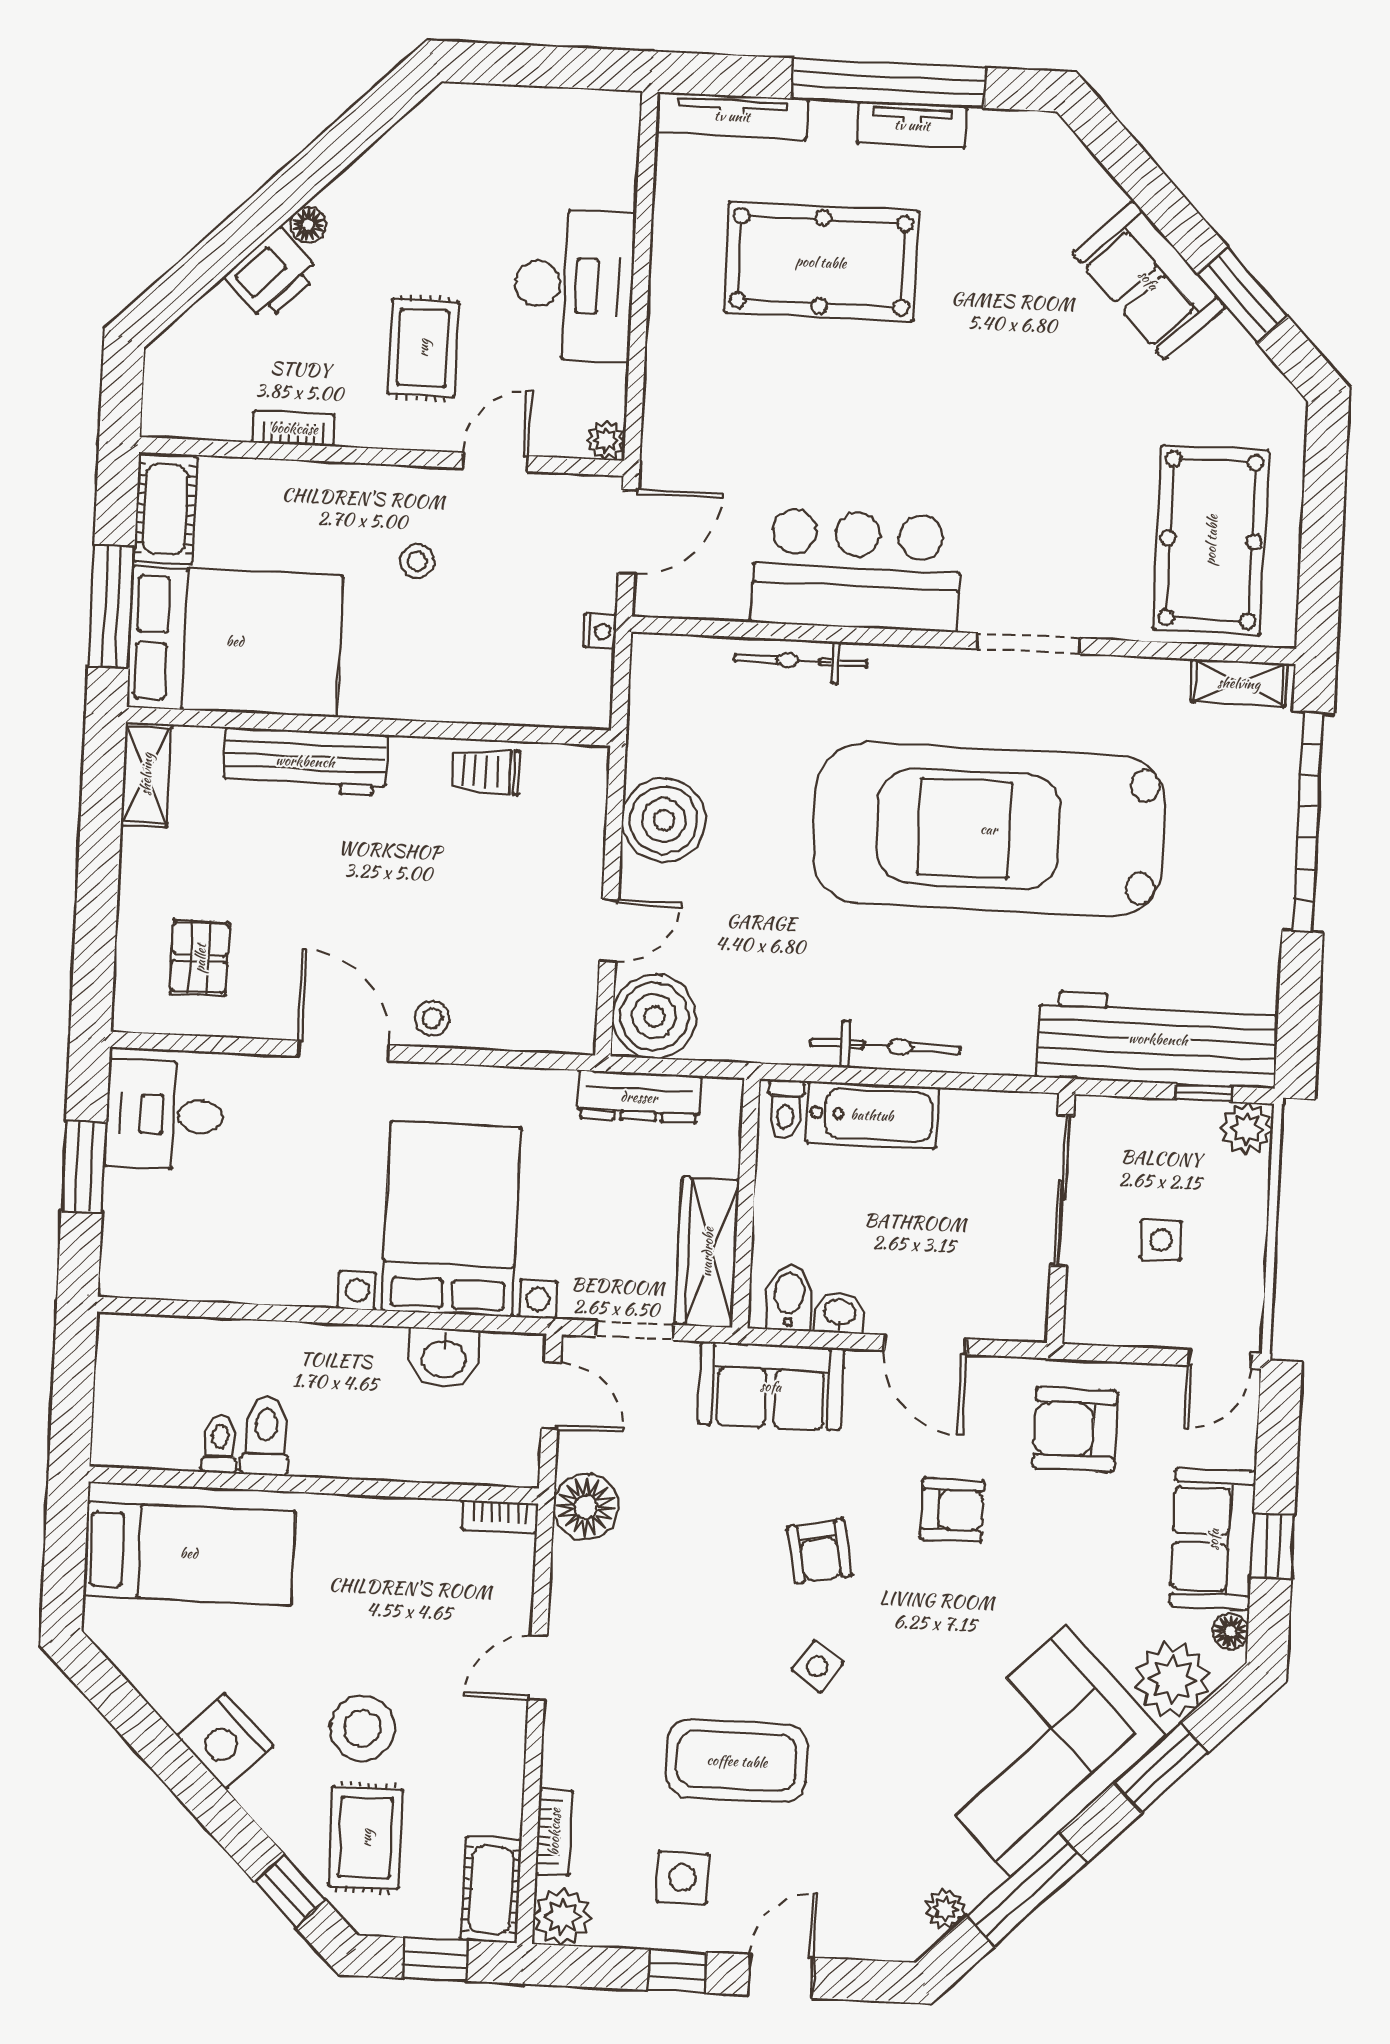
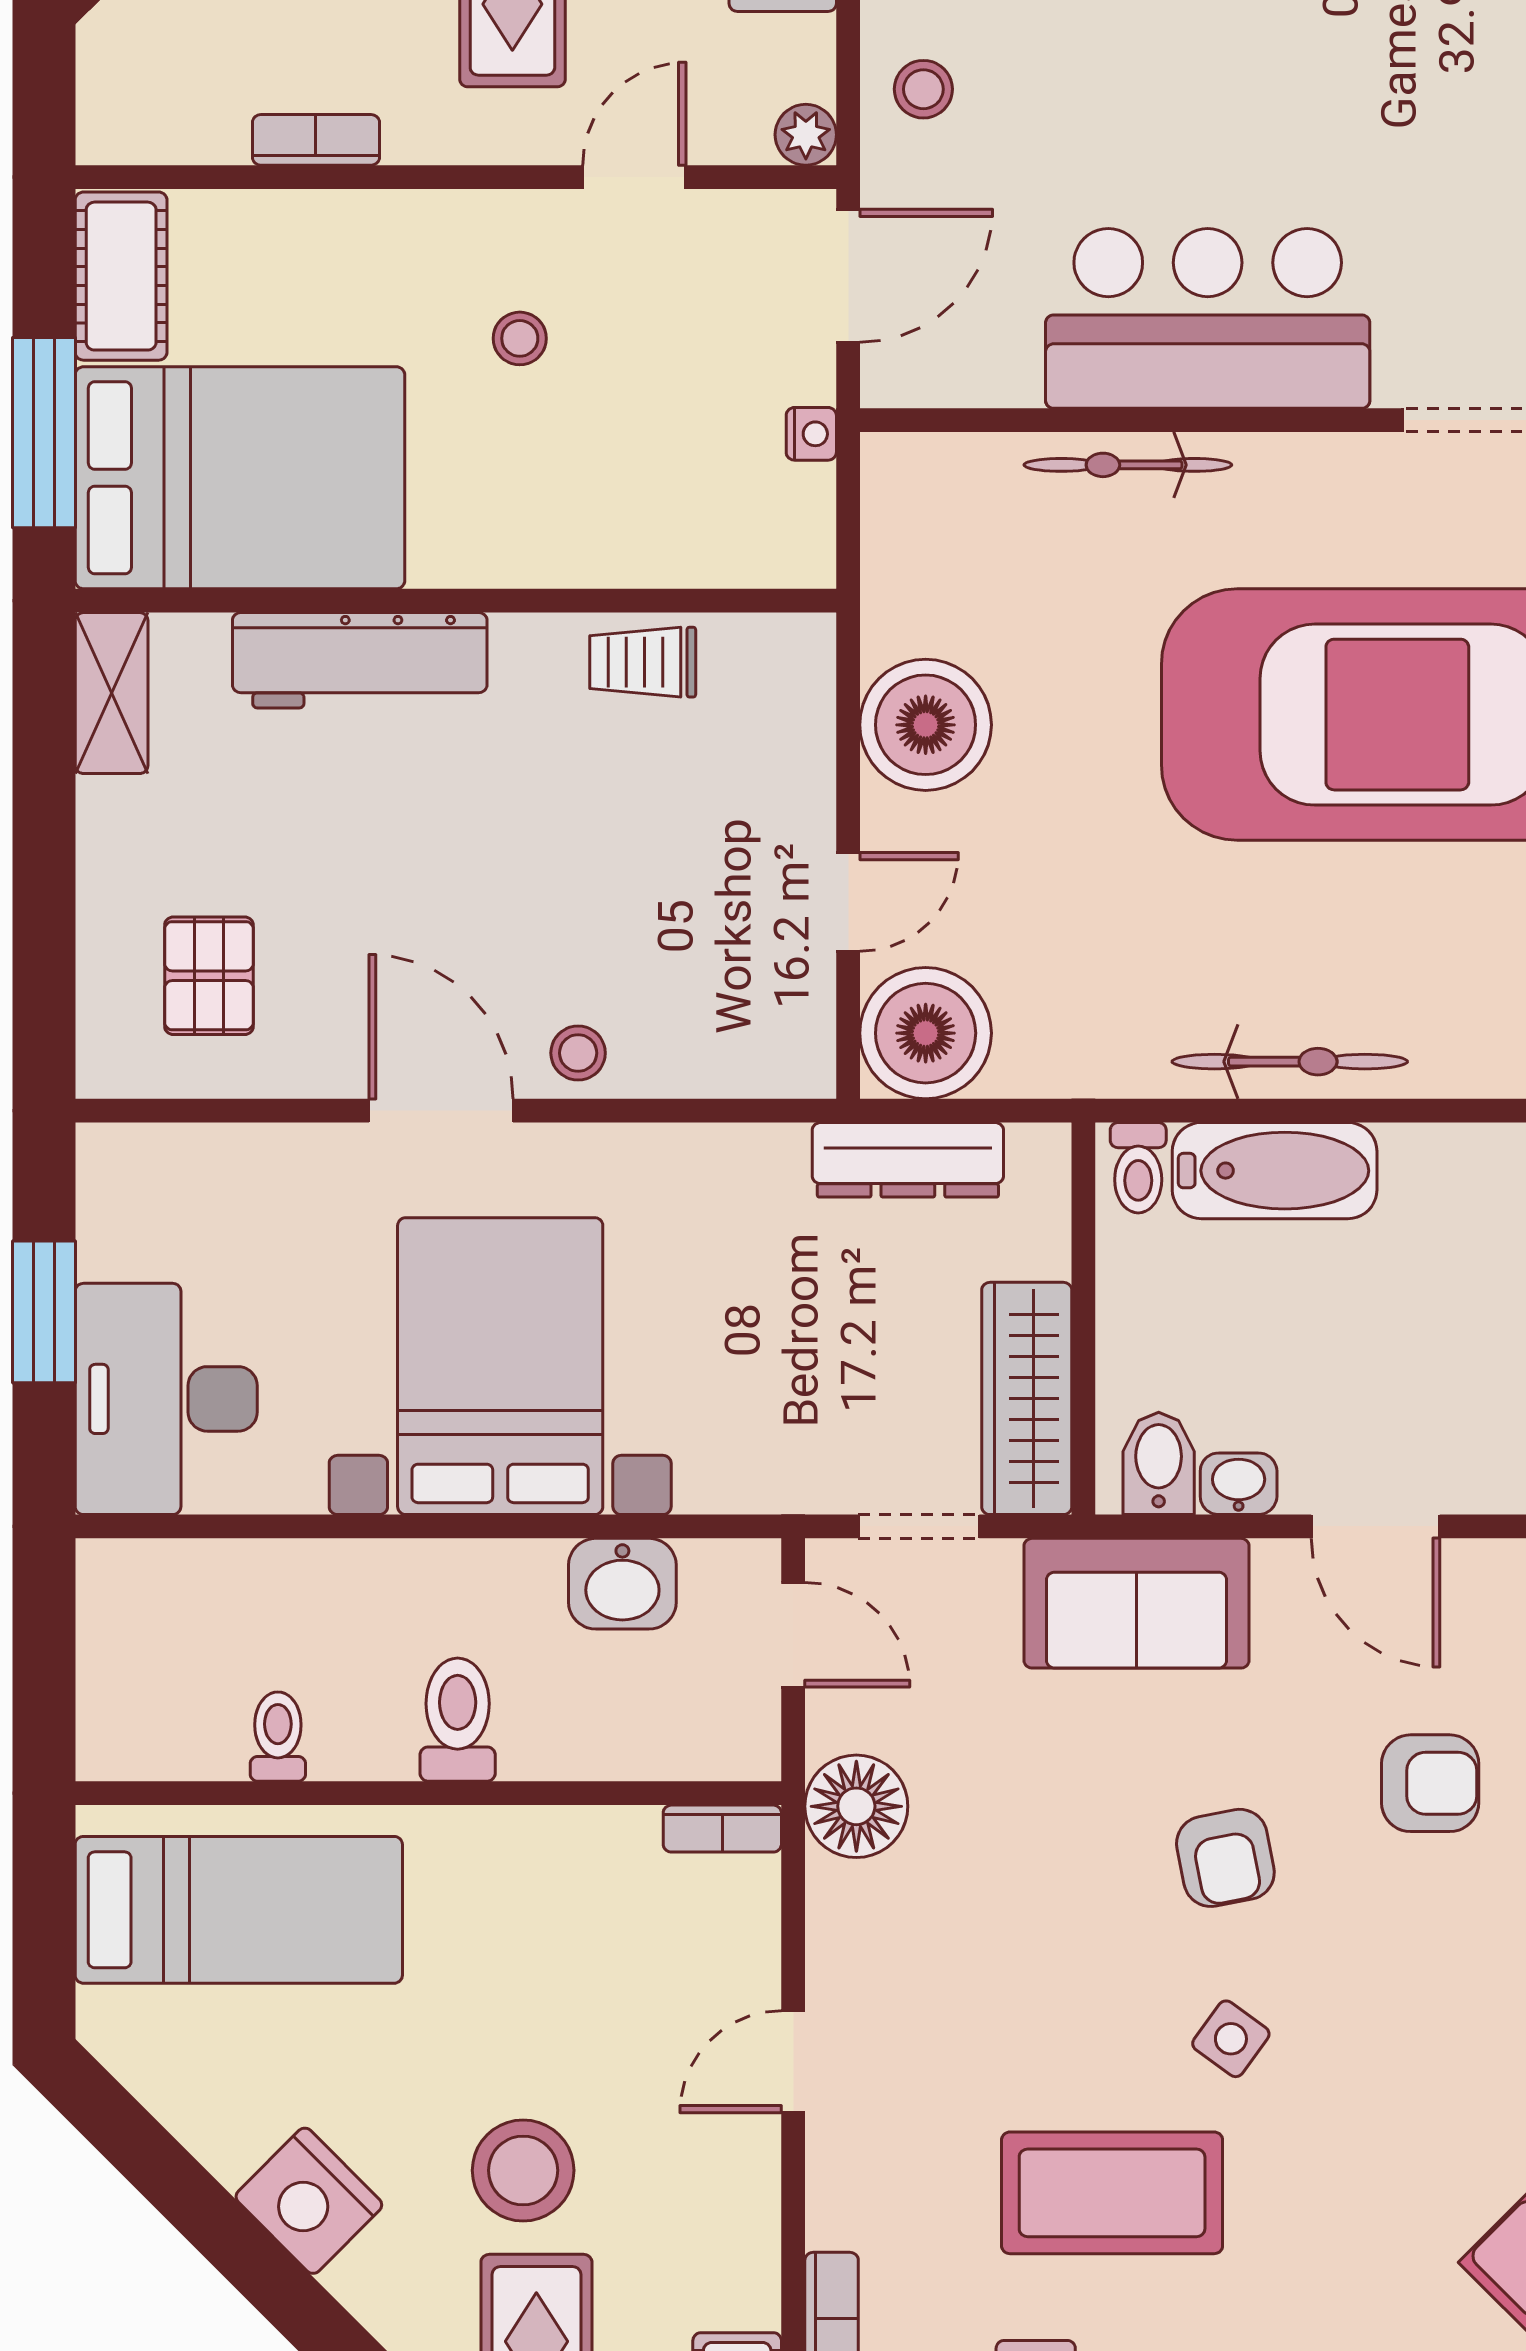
stool: (682, 415) -> (923, 89), added
desk: (165, 1115) -> (166, 1399), moved, width x1.37
bed with nightstands: (451, 1219) -> (500, 1366), moved
toilet: (266, 1436) -> (458, 1720), moved

